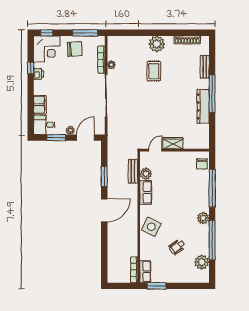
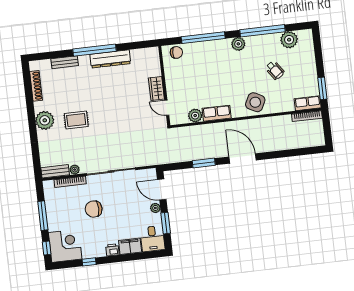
window: (85, 33) -> (43, 216), moved
chair: (75, 49) -> (94, 209), moved, turned -87
printer: (39, 74) -> (112, 250), moved
bench: (133, 171) -> (55, 171), moved

